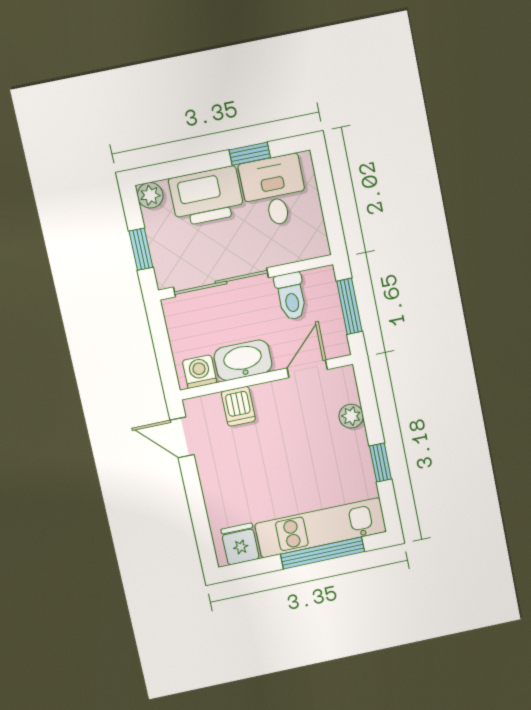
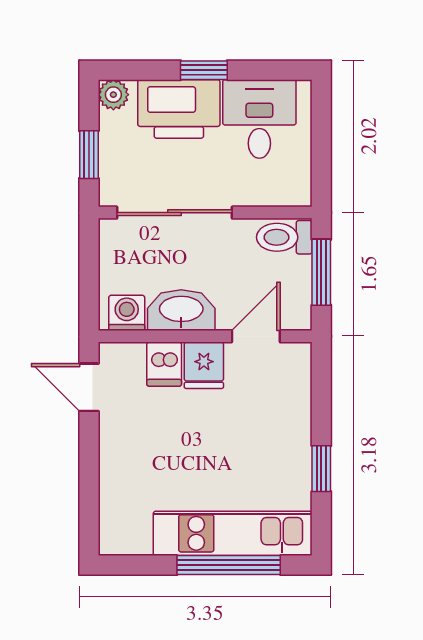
window: (250, 154) -> (204, 70), moved
toilet: (291, 296) -> (284, 237), moved, turned 90
plant: (351, 416) -> (297, 404), removed
fridge: (240, 544) -> (204, 365), moved, turned 180

